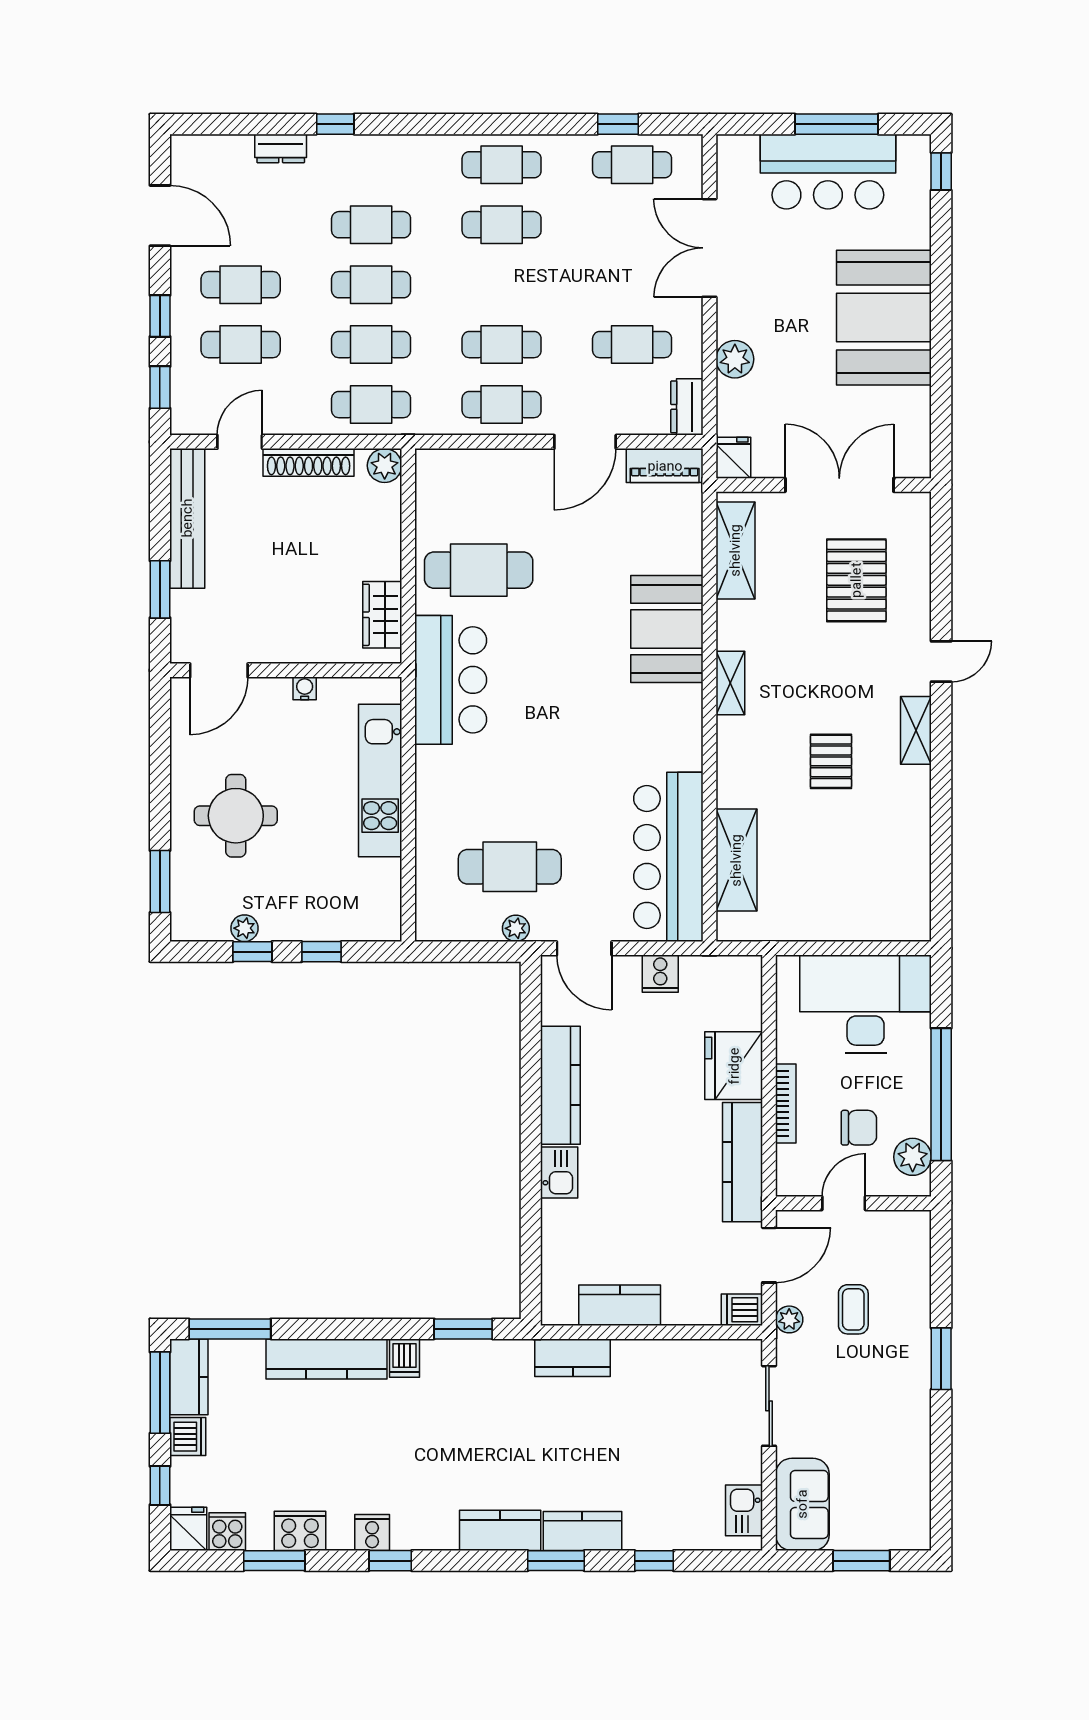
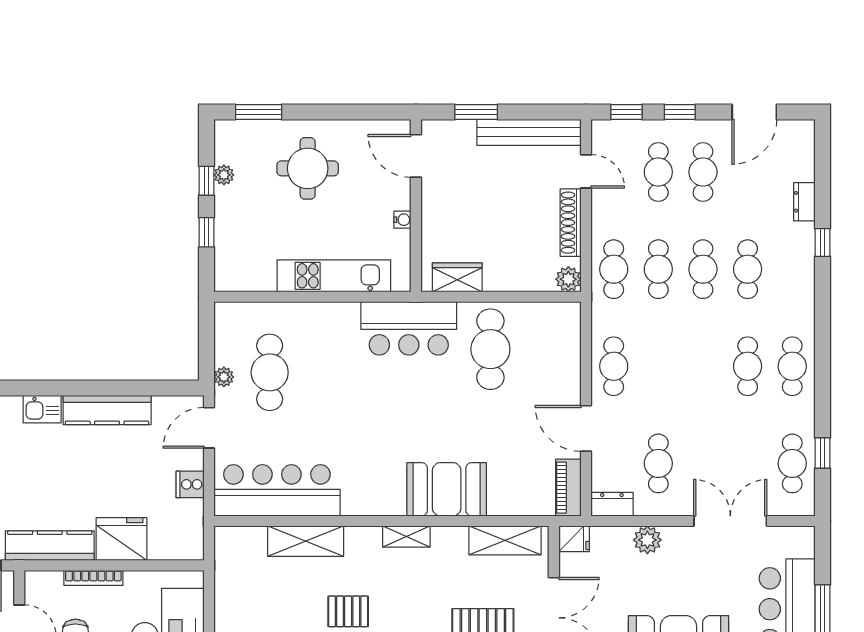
cafe table: (502, 345) -> (658, 366), removed
shelving: (736, 860) -> (306, 541), moved

